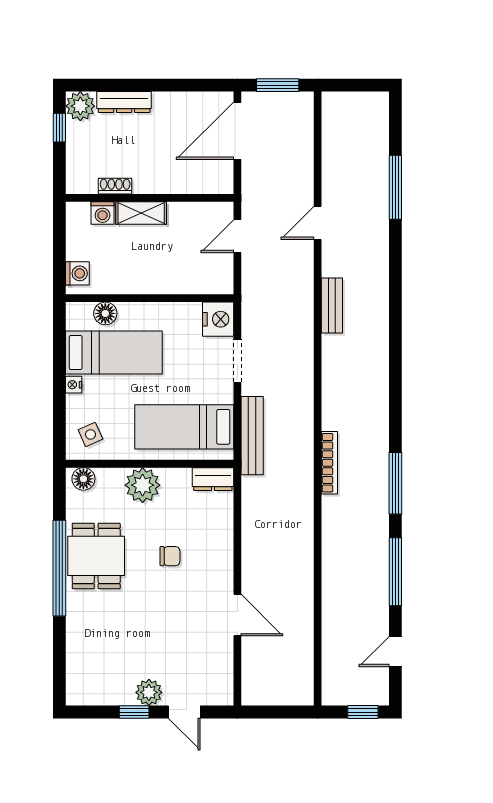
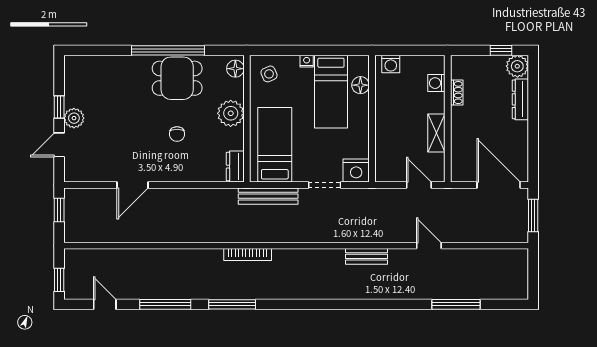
shelving: (141, 213) -> (436, 133), moved
window: (271, 712) -> (59, 210), added

